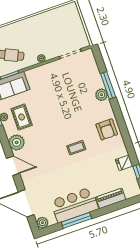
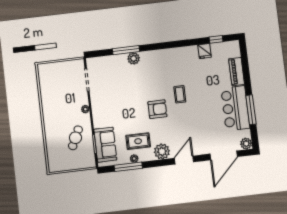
armchair: (107, 129) -> (157, 109), moved

